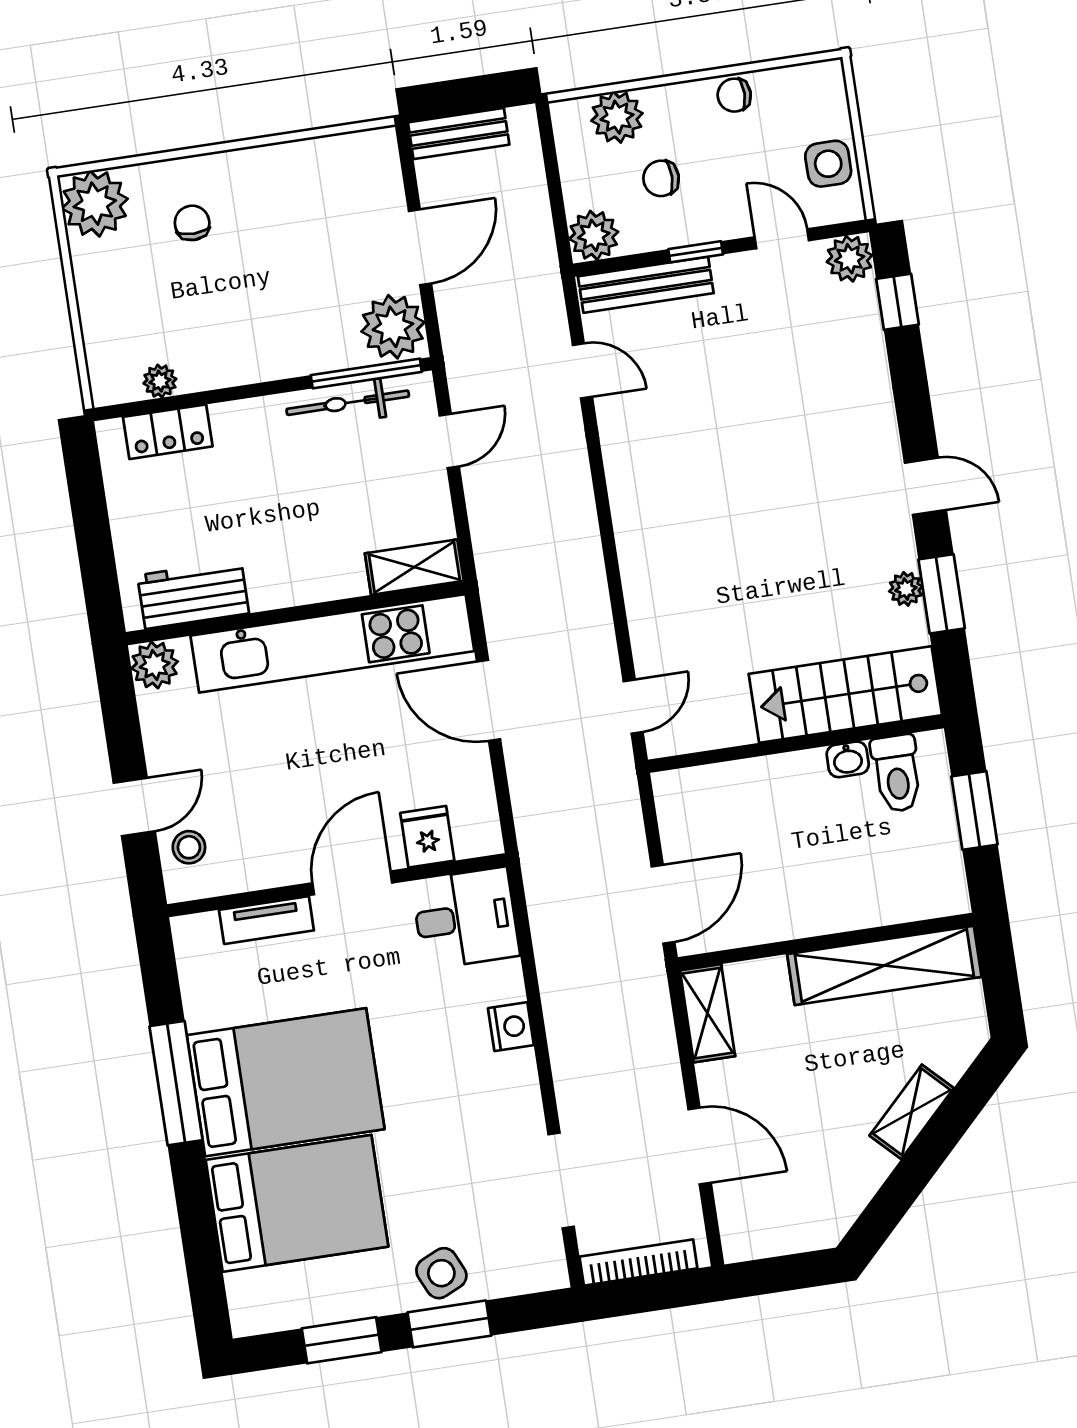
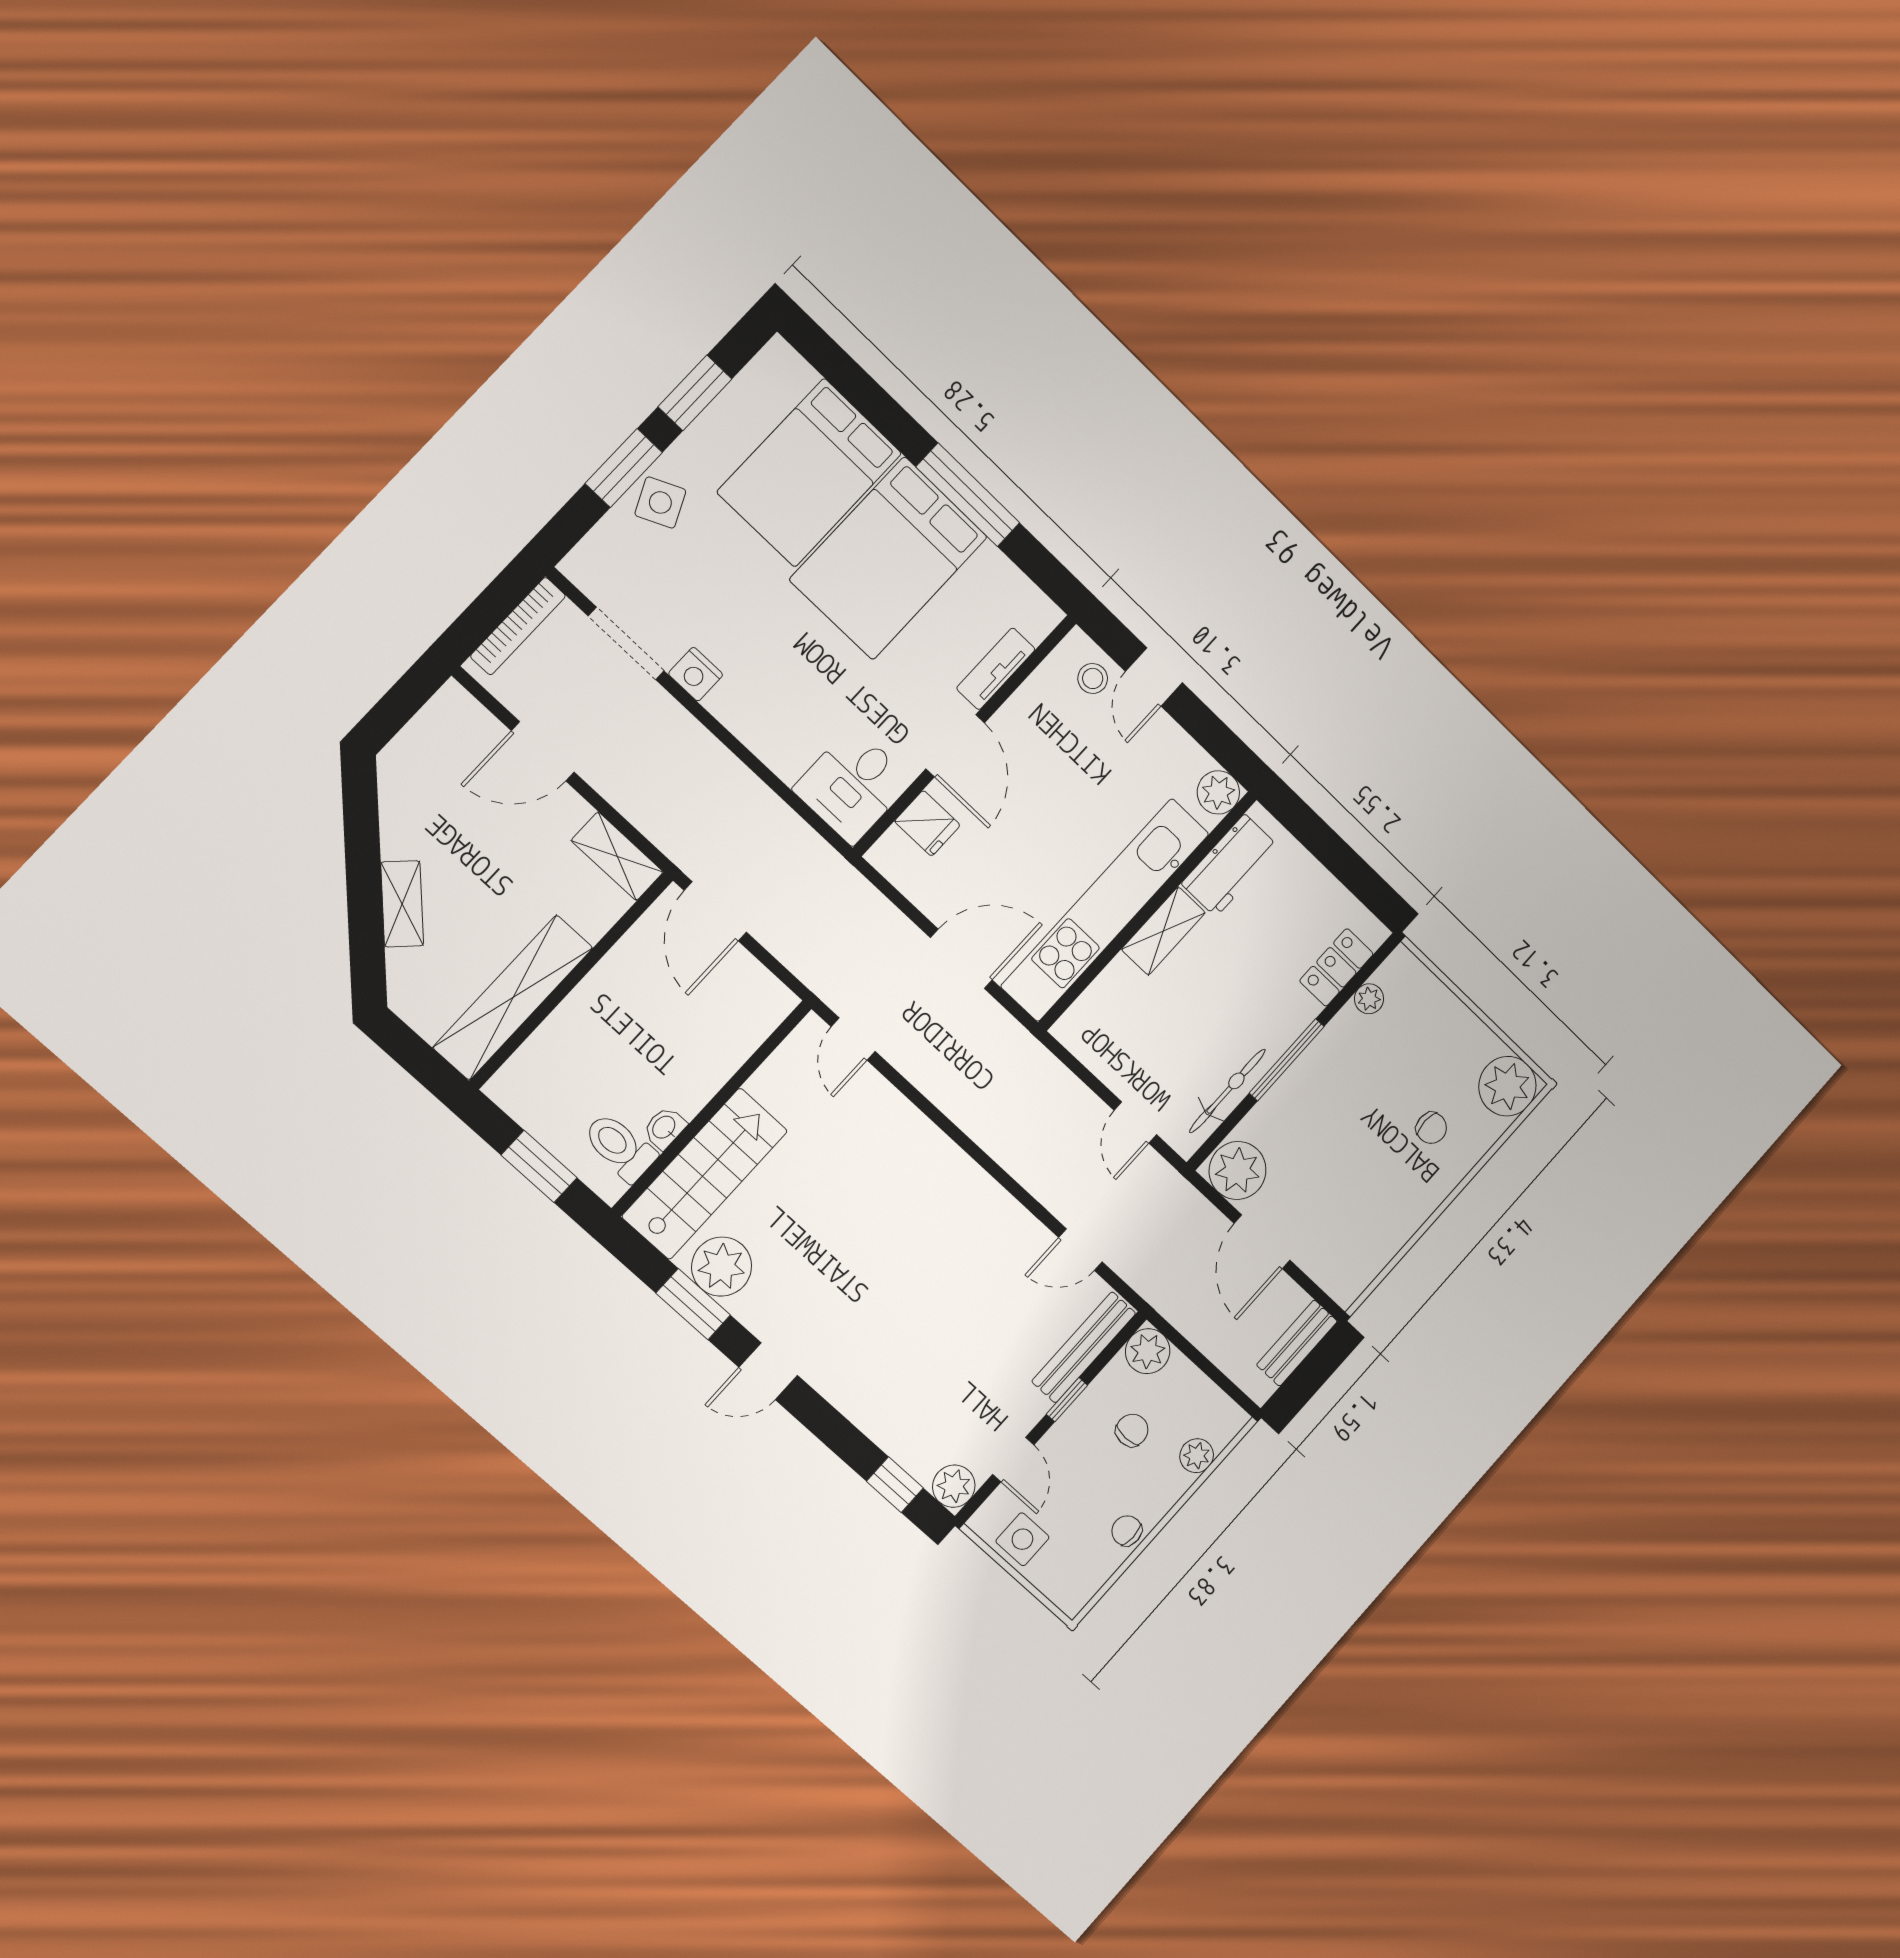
chair: (734, 95) -> (1127, 1531), turned -90
plant: (617, 117) -> (1197, 1456), width x0.73, depth x0.73
door: (782, 239) -> (1013, 1460), hinge flipped
window: (366, 373) -> (1287, 1060), moved
shelving: (414, 567) -> (1163, 931), moved
plant: (906, 589) -> (722, 1267), width x1.87, depth x1.87
nightstand: (511, 1027) -> (696, 674), moved

